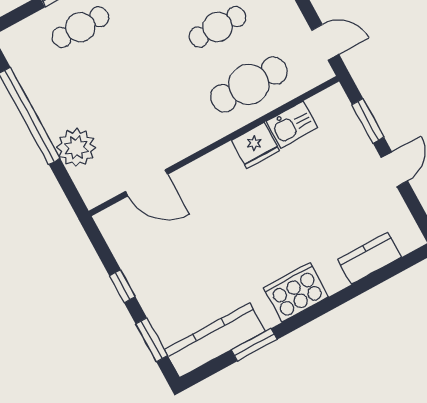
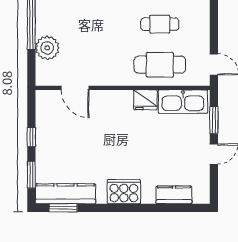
kitchen sink: (292, 125) -> (183, 102), width x1.87, depth x1.24
window: (254, 345) -> (63, 208), moved

